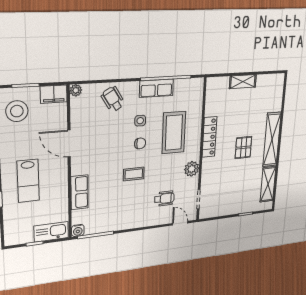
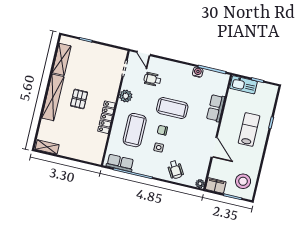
shelving: (243, 82) -> (47, 147), moved
row of seats: (156, 88) -> (120, 163), moved
coffee table: (134, 174) -> (172, 108), width x1.86, depth x1.72
water cooler: (78, 230) -> (198, 72), moved

